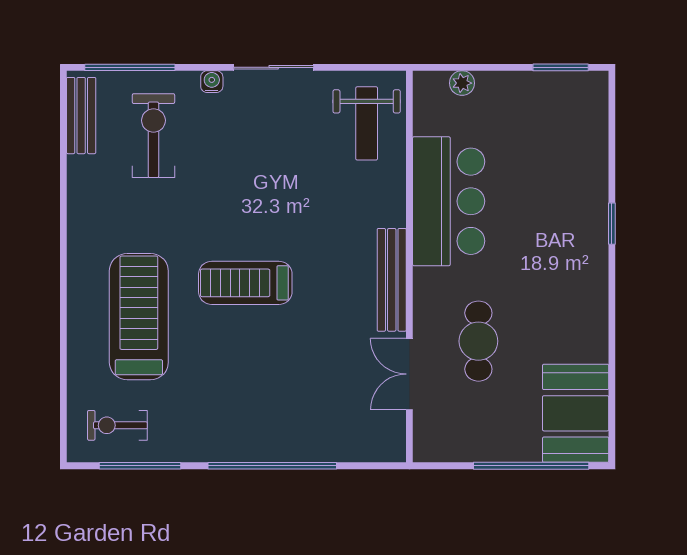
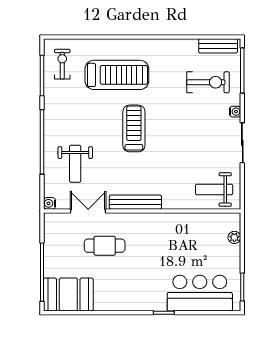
bar counter: (449, 201) -> (200, 293), moved, turned 180
weight bench: (316, 400) -> (75, 164), added
water cooler: (394, 451) -> (50, 203), added

